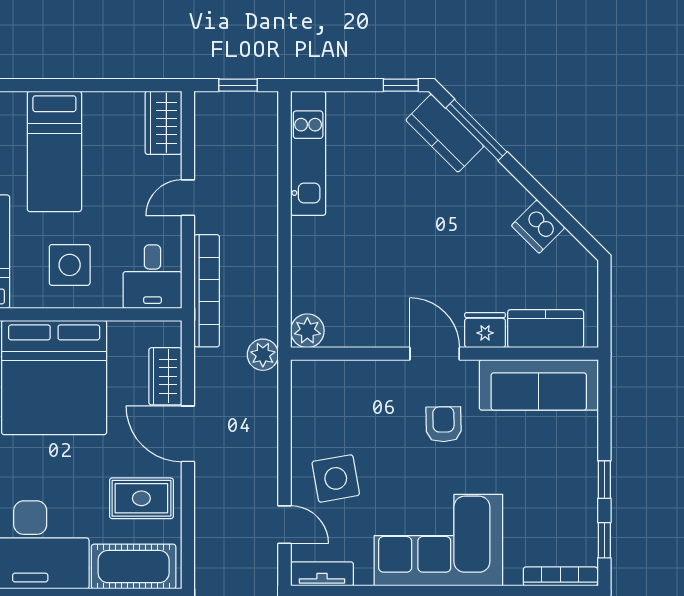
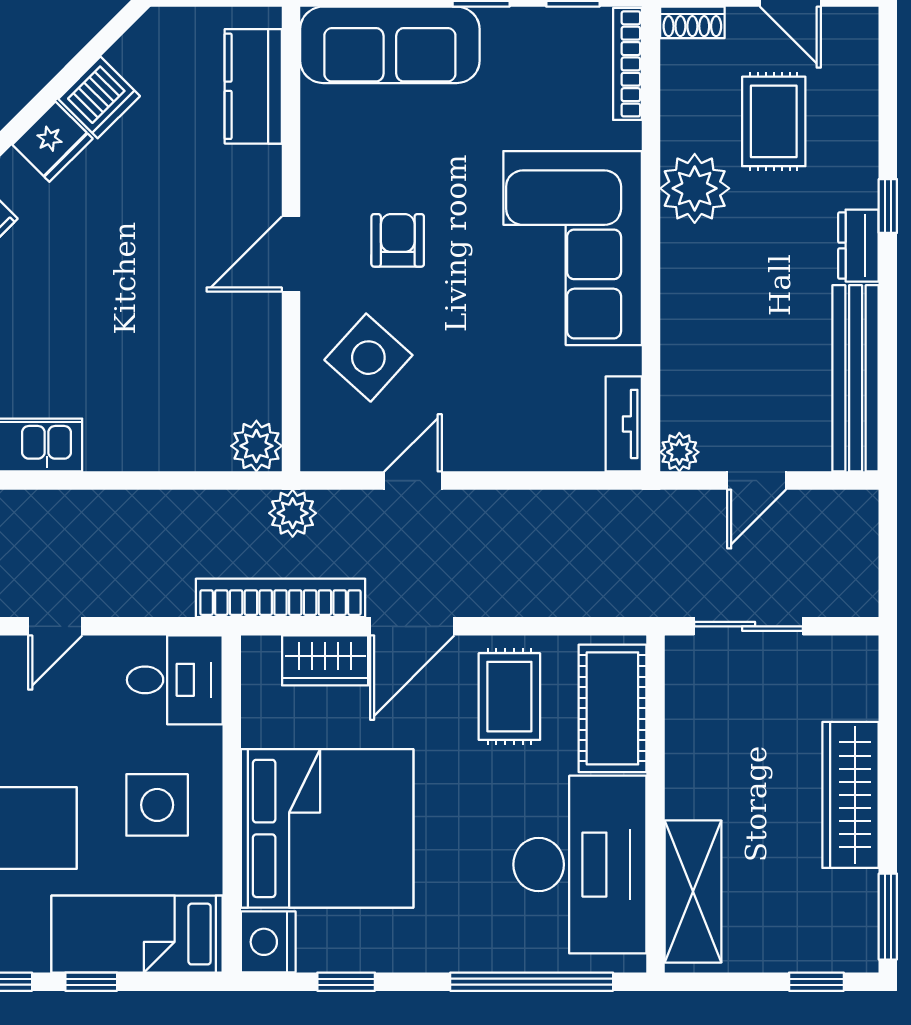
door: (188, 198) -> (55, 626), hinge flipped
bookcase: (207, 291) -> (280, 598), moved
fridge: (485, 330) -> (52, 142), moved, turned -135
sofa: (539, 385) -> (390, 45), moved, turned 90
armchair: (444, 424) -> (398, 240), turned 91
side table: (336, 478) -> (368, 358), moved, turned -38
door: (285, 525) -> (413, 481), moved

